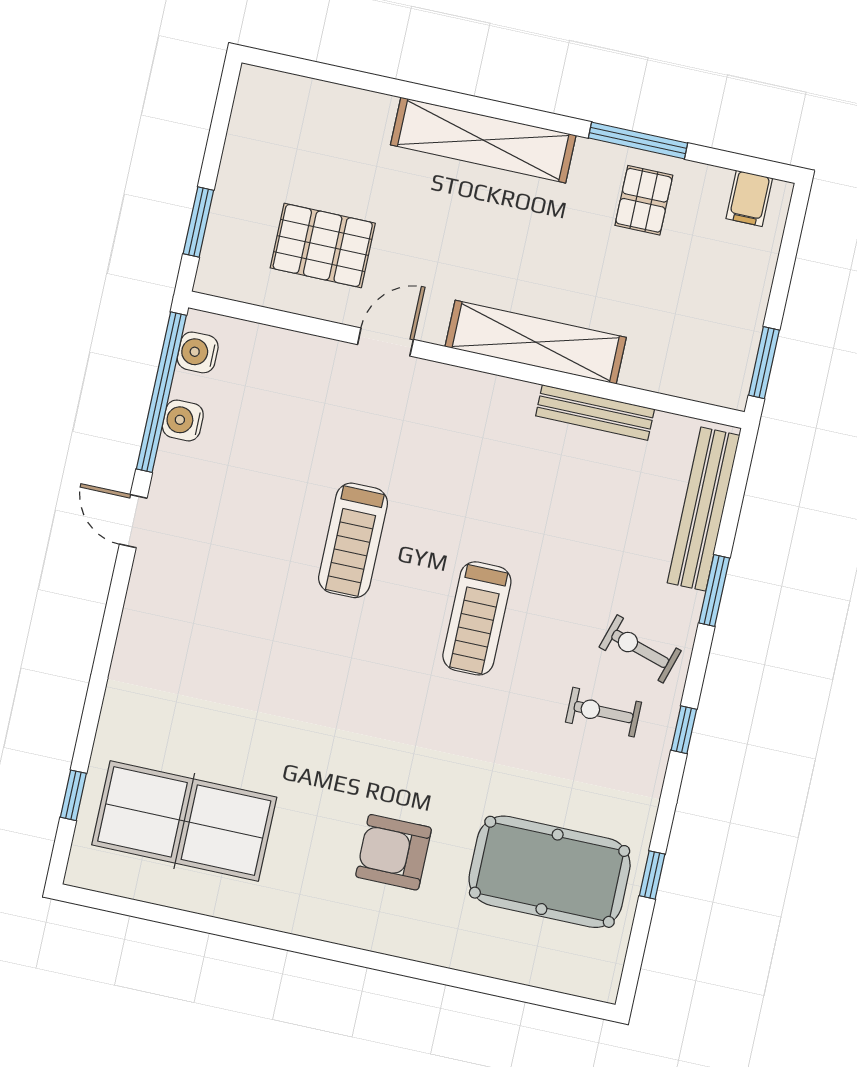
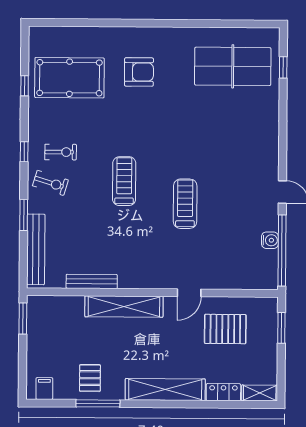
shelving: (277, 88) -> (260, 393), added
locker: (356, 107) -> (223, 392), added
water cooler: (198, 352) -> (270, 271), removed

